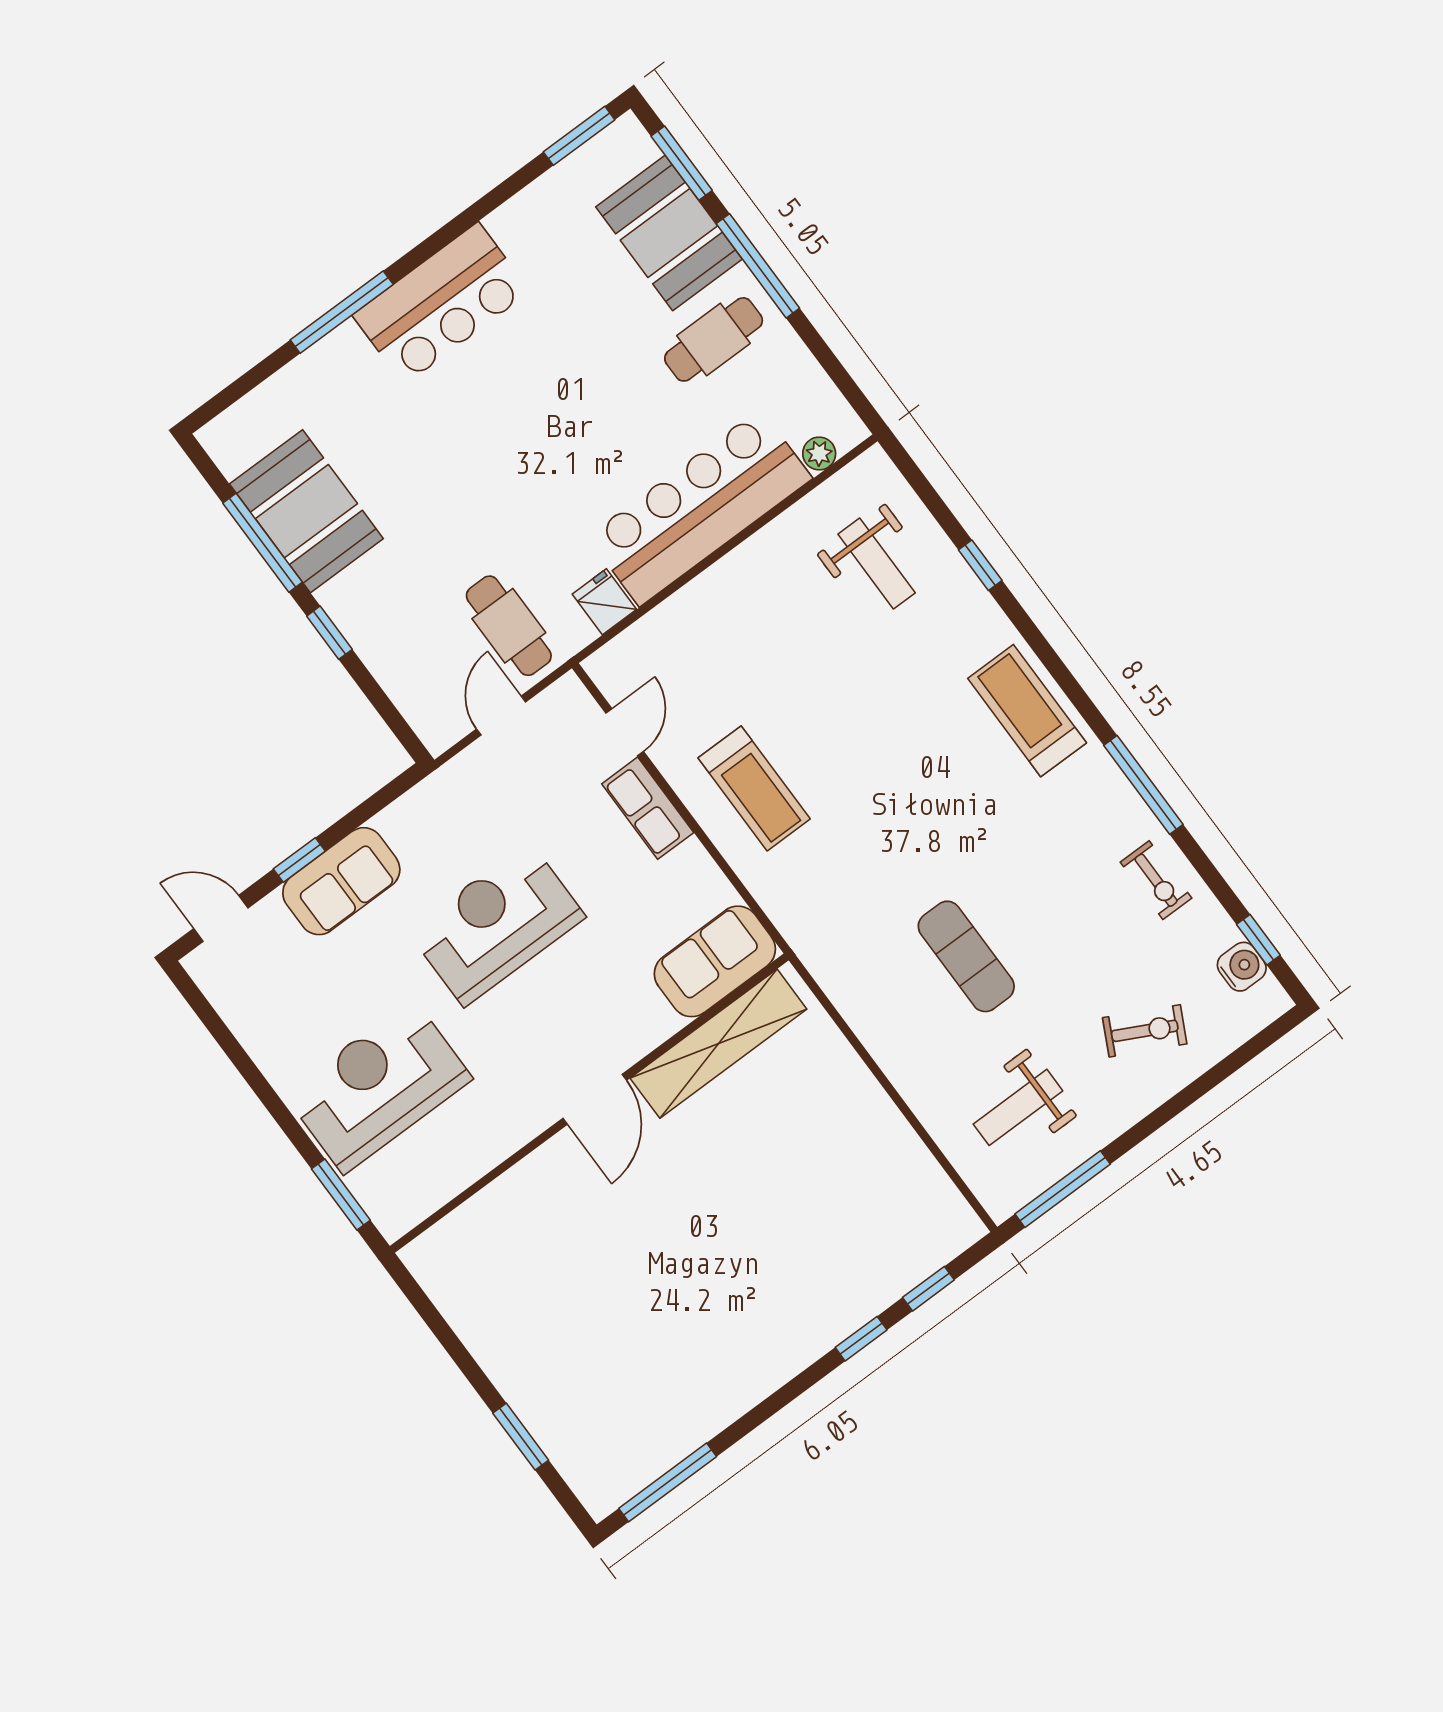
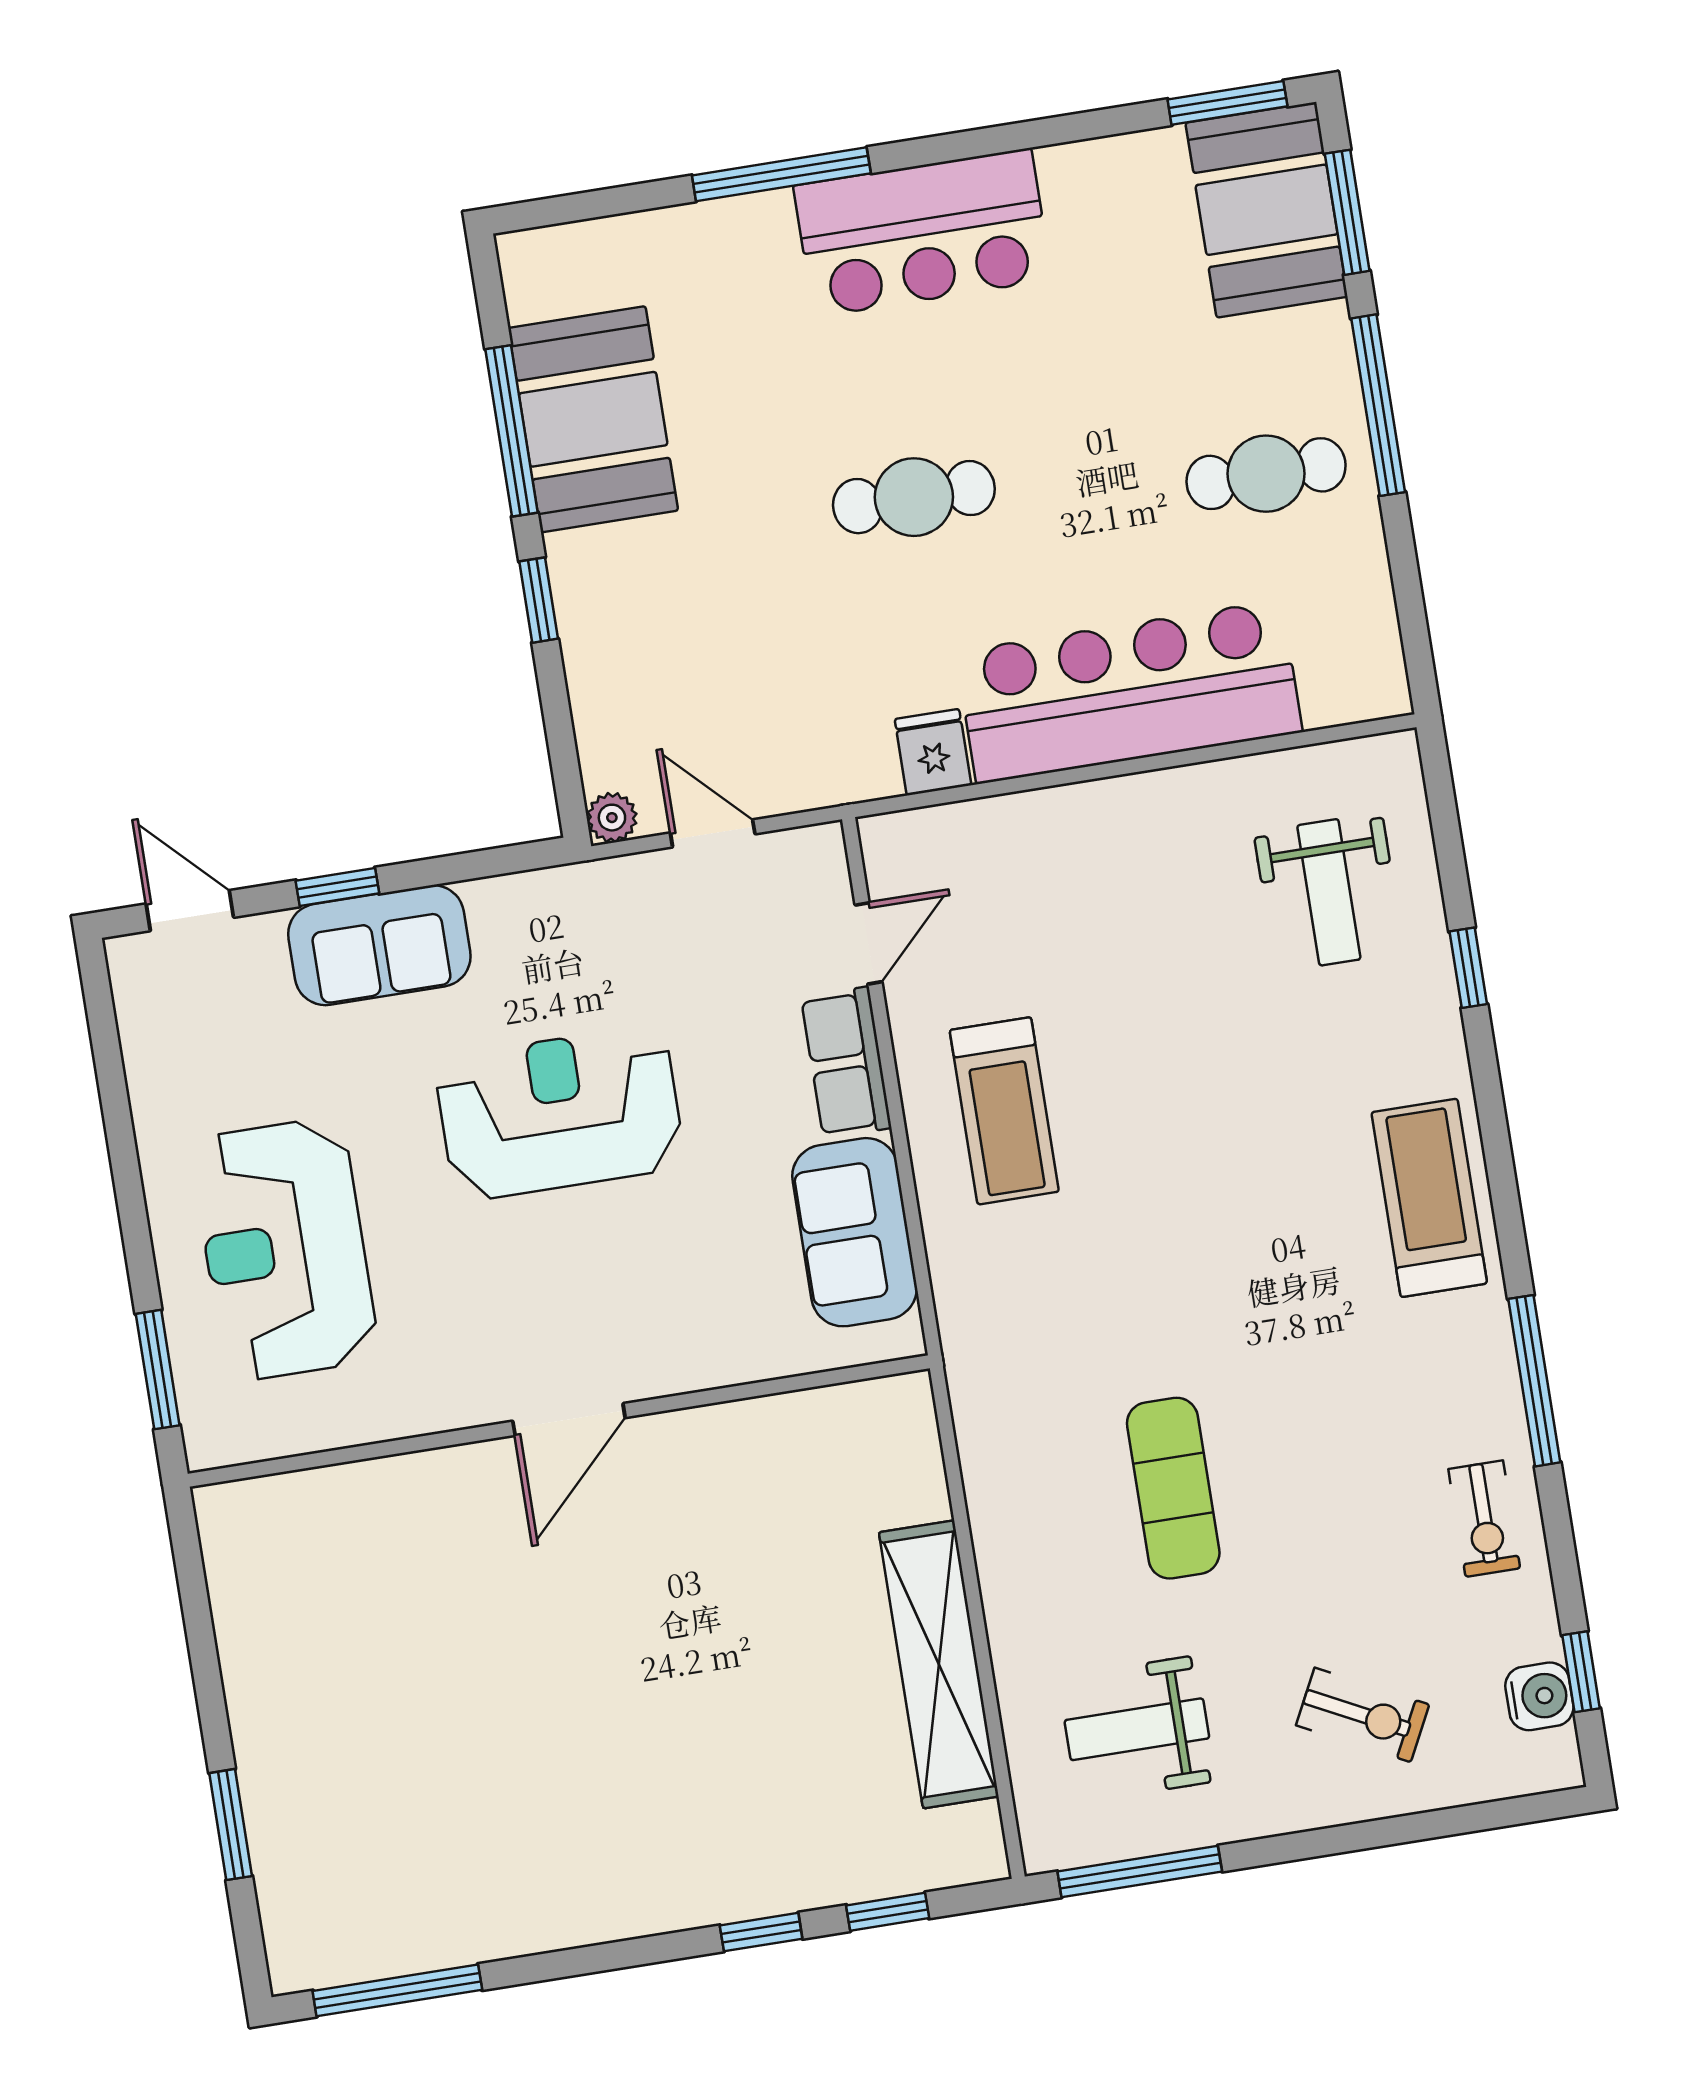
booth: (669, 233) -> (1267, 210), moved
plant: (819, 453) -> (612, 818), moved
cafe table: (509, 626) -> (914, 497), moved, turned 90
door: (501, 716) -> (713, 833), hinge flipped
sofa: (715, 961) -> (855, 1232), moved, turned -90
shelving: (718, 1044) -> (939, 1664), moved, turned 90
reception desk: (378, 1086) -> (285, 1249), turned -90

